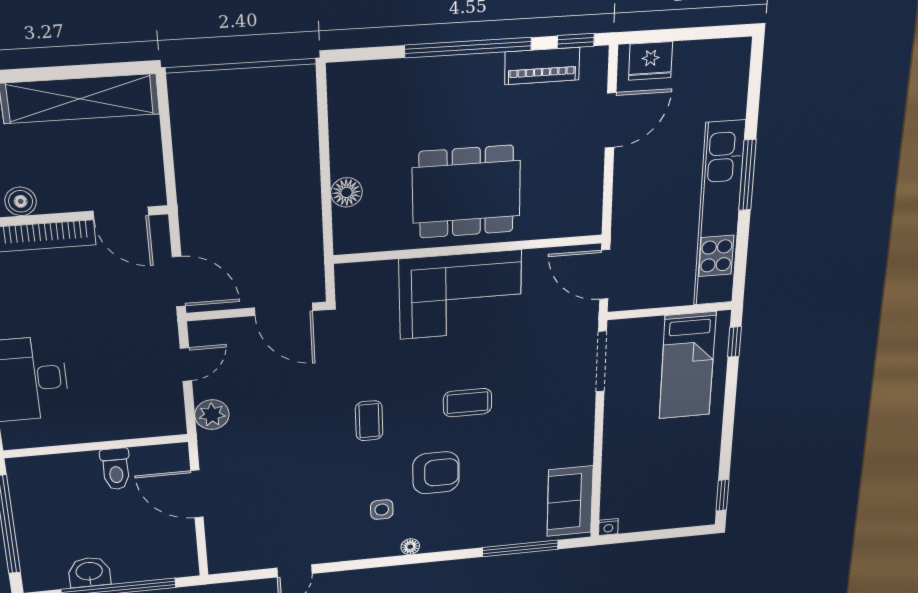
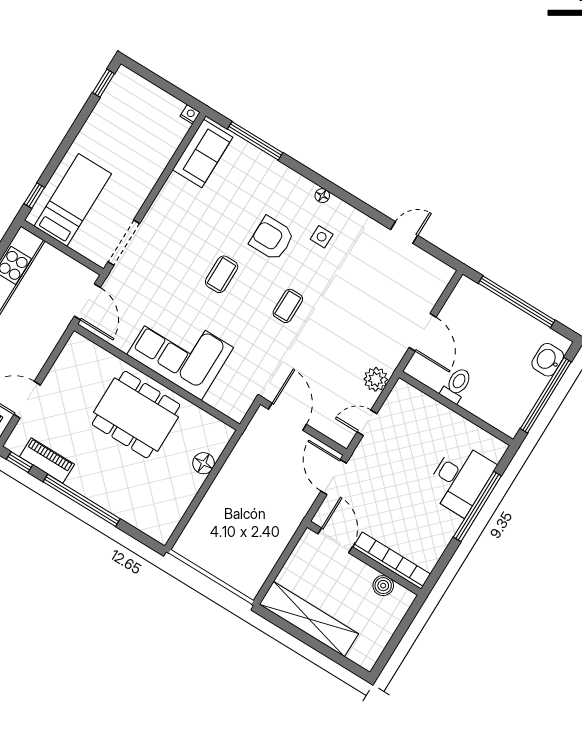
coffee table: (468, 403) -> (222, 274), turned 90
washbasin: (89, 572) -> (548, 360), moved, turned 90

